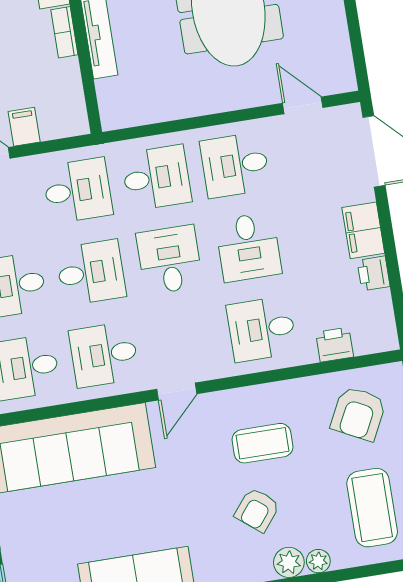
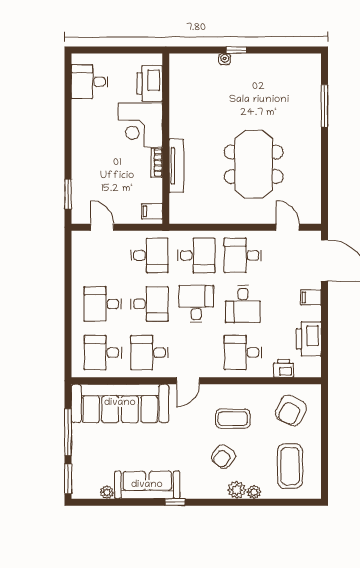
filing cabinet: (24, 127) -> (152, 211), moved, turned -90
filing cabinet: (363, 230) -> (311, 297), width x0.50
printer: (374, 273) -> (309, 339), width x1.87, depth x1.48

